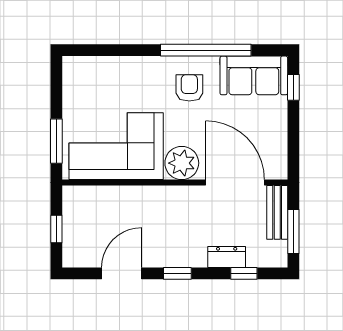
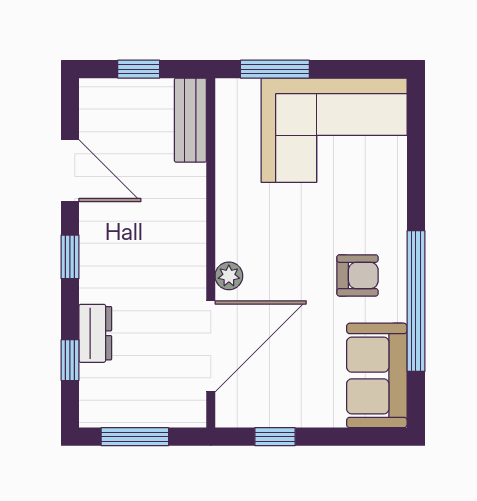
window: (293, 87) -> (275, 437), moved
corner sofa: (116, 146) -> (334, 130), moved, turned 90
plant: (182, 163) -> (229, 276), width x0.53, depth x0.53
bench: (277, 212) -> (190, 120), moved, turned 90

